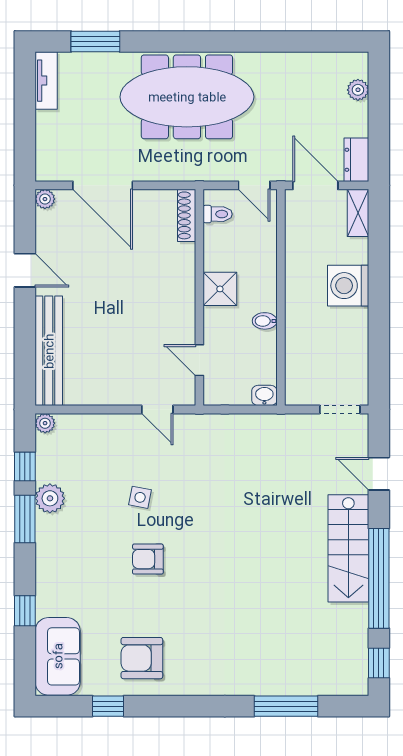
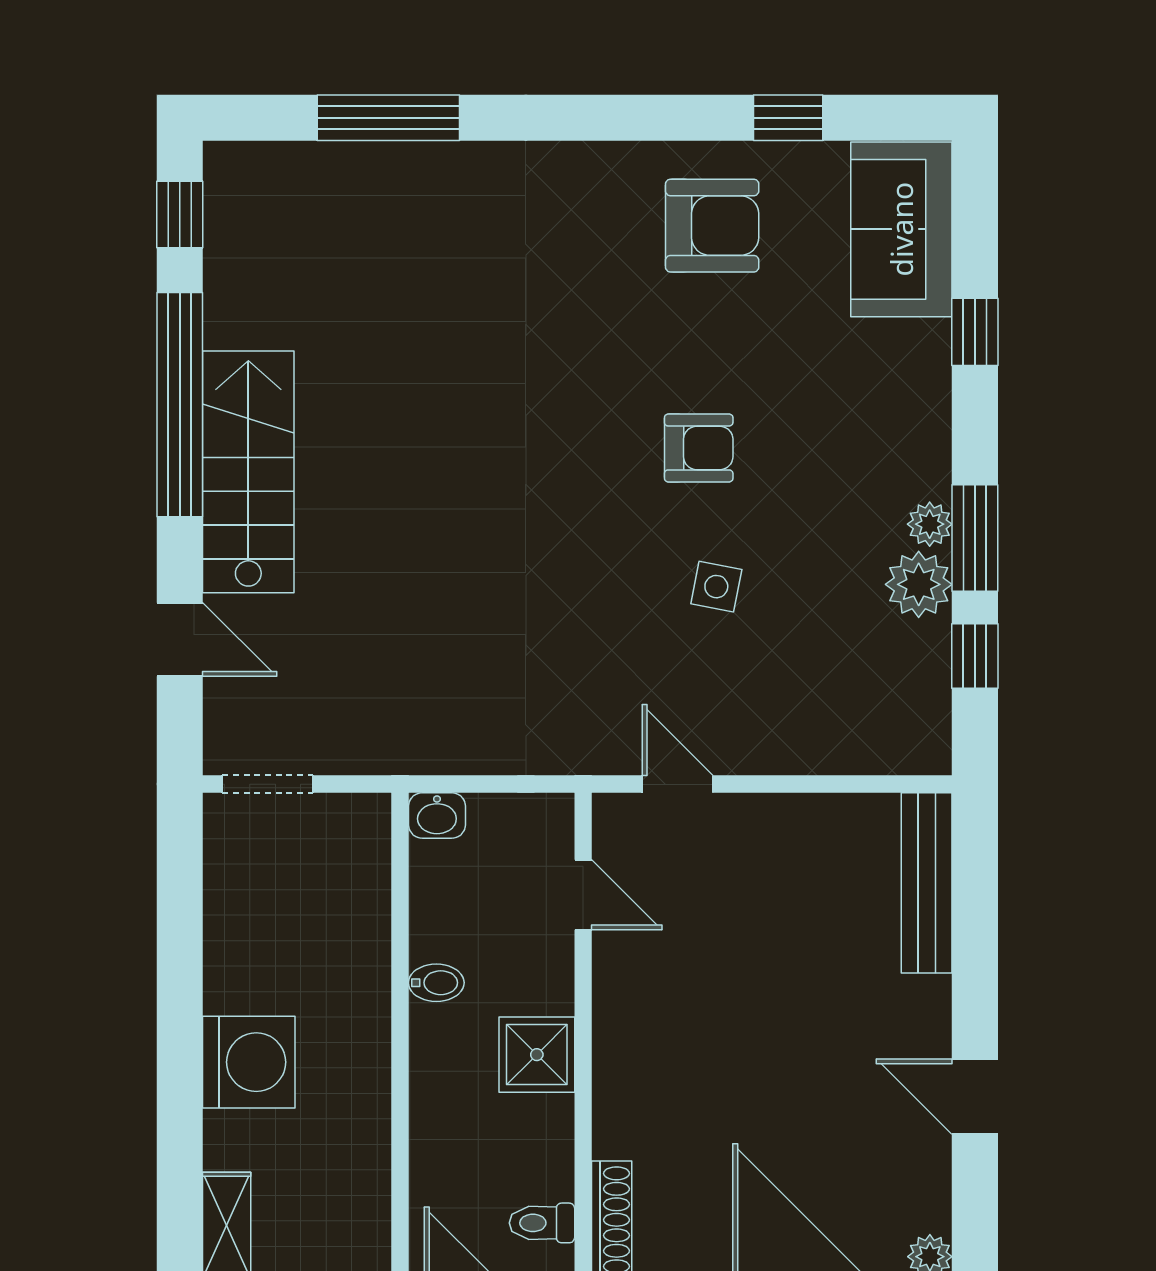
bench: (49, 351) -> (927, 883), width x0.73, depth x0.82
plant: (45, 423) -> (930, 524), moved

